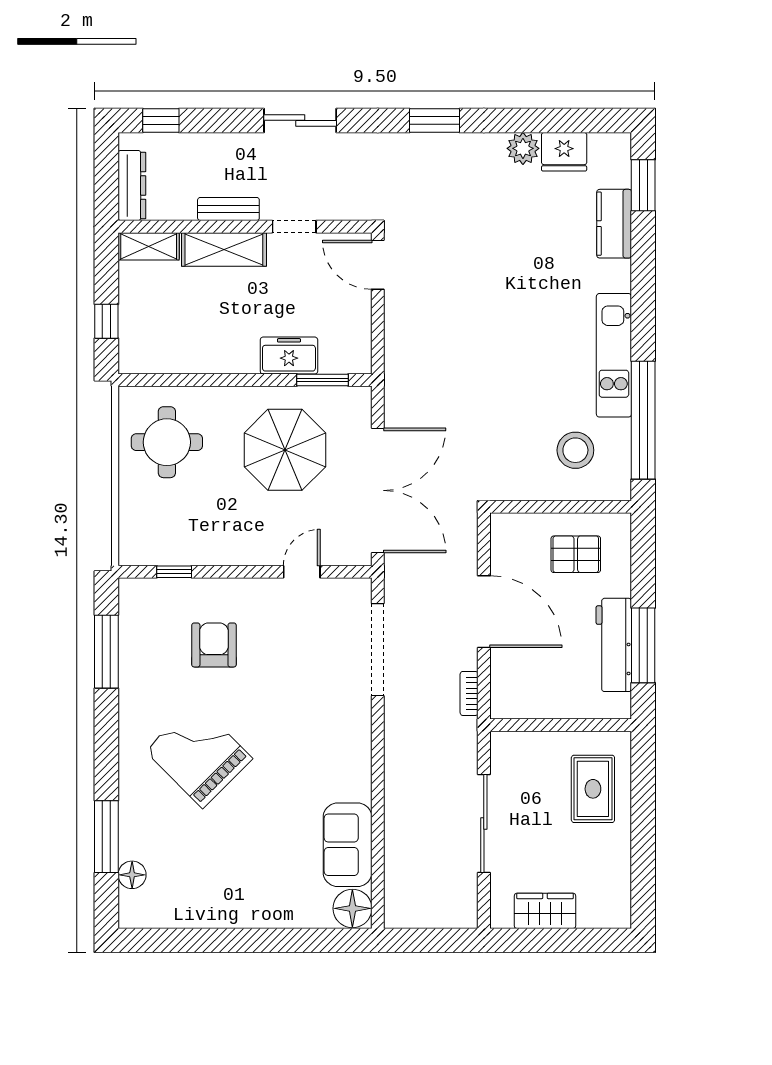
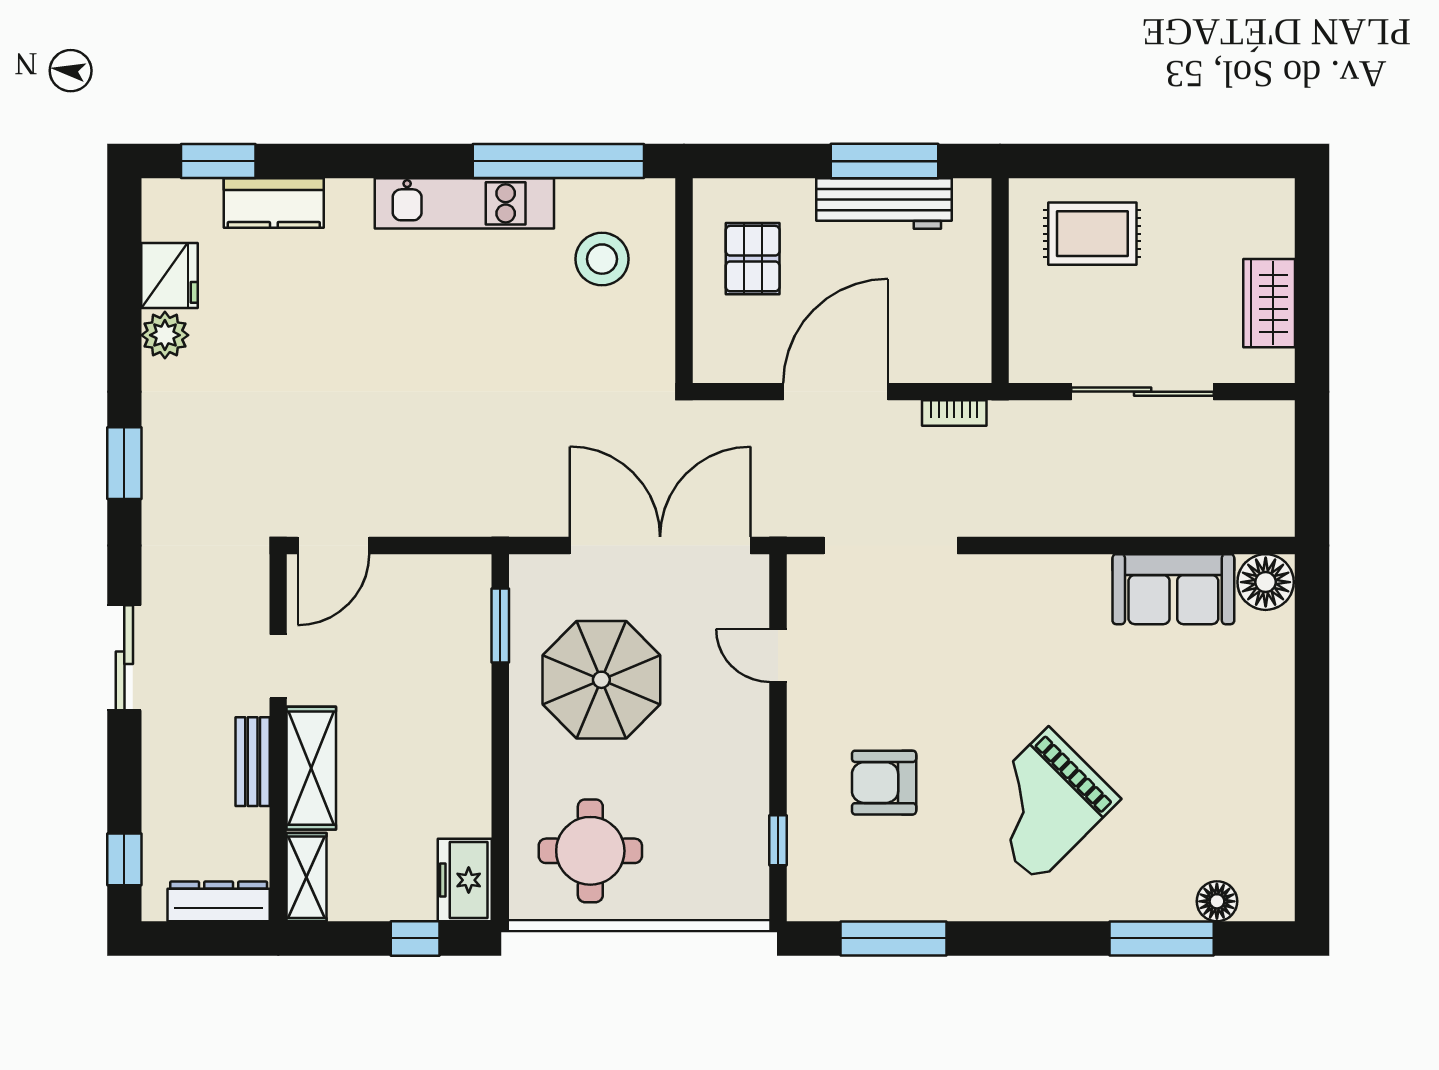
freezer: (289, 356) -> (465, 880), moved

